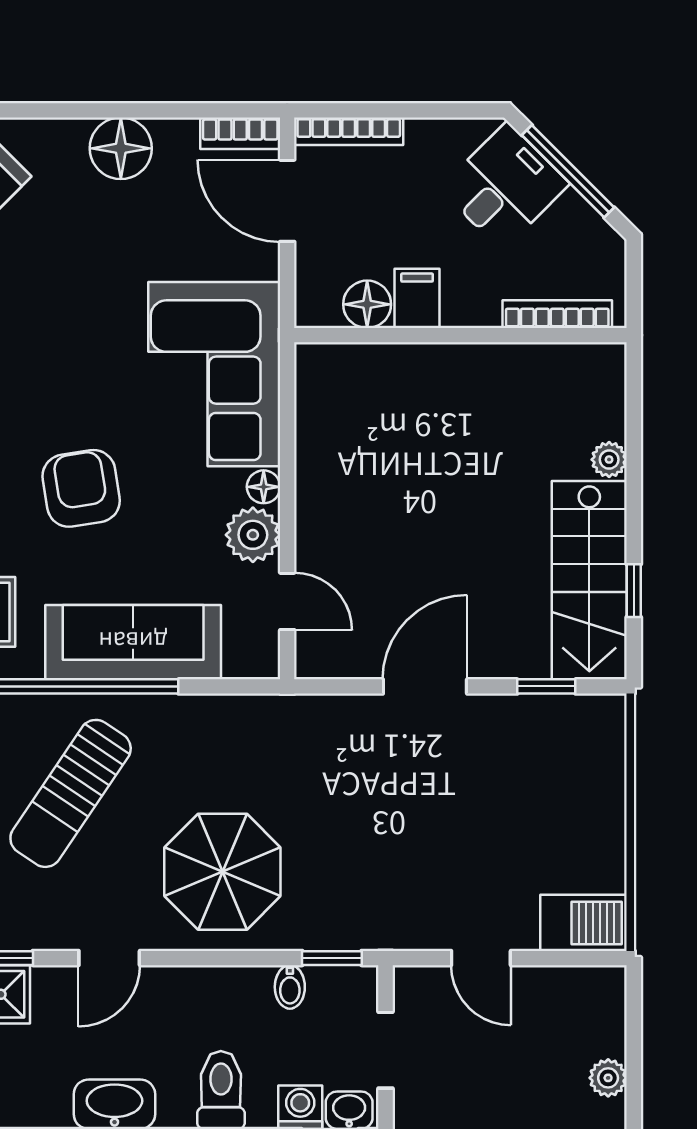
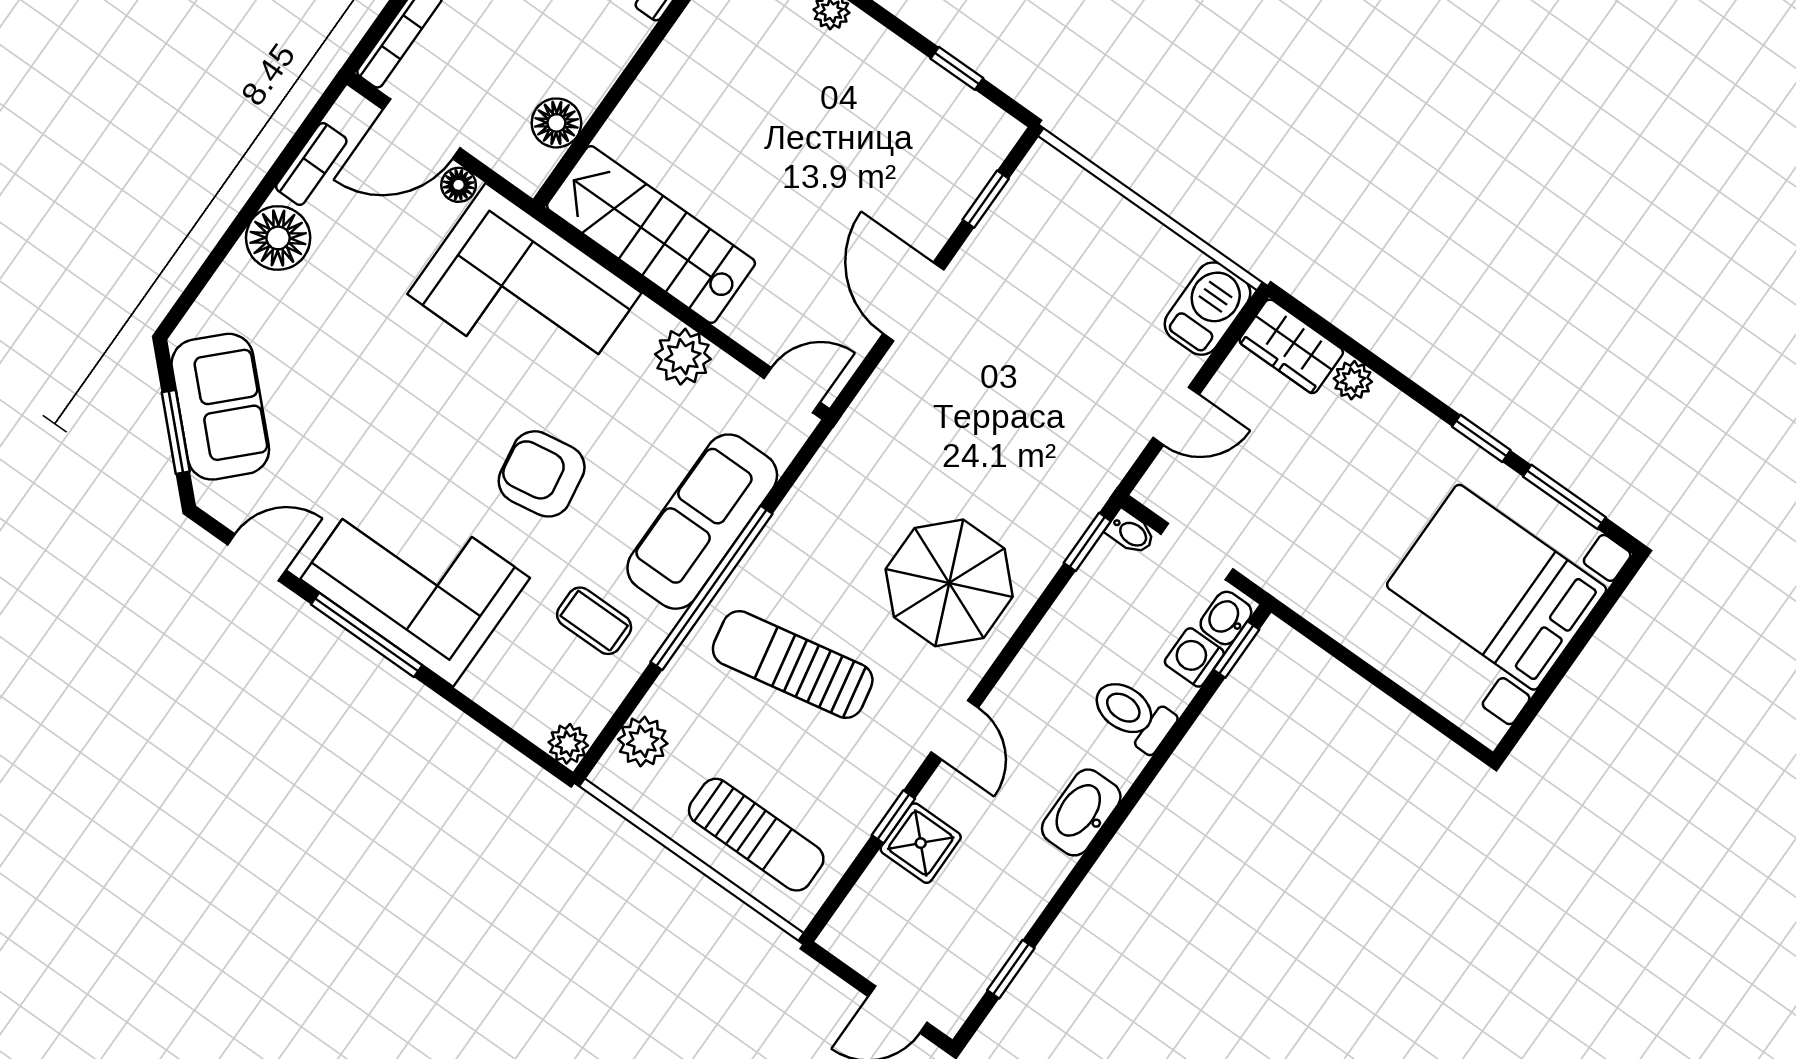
bookcase: (240, 133) -> (311, 164), moved
filing cabinet: (417, 298) -> (581, 77), removed
floor lamp: (264, 487) -> (459, 185), moved
stairs: (589, 580) -> (651, 235), moved, turned 180
door: (287, 601) -> (792, 390), moved
sun lounger: (71, 793) -> (793, 665), turned 135
bidet: (290, 987) -> (1131, 532), moved
wardrobe: (601, 1010) -> (1291, 346), added

